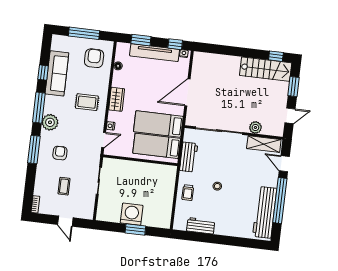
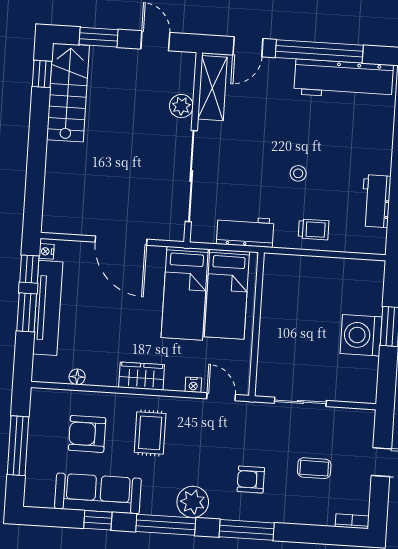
window: (141, 40) -> (27, 312), moved
armchair: (94, 58) -> (87, 434), moved

